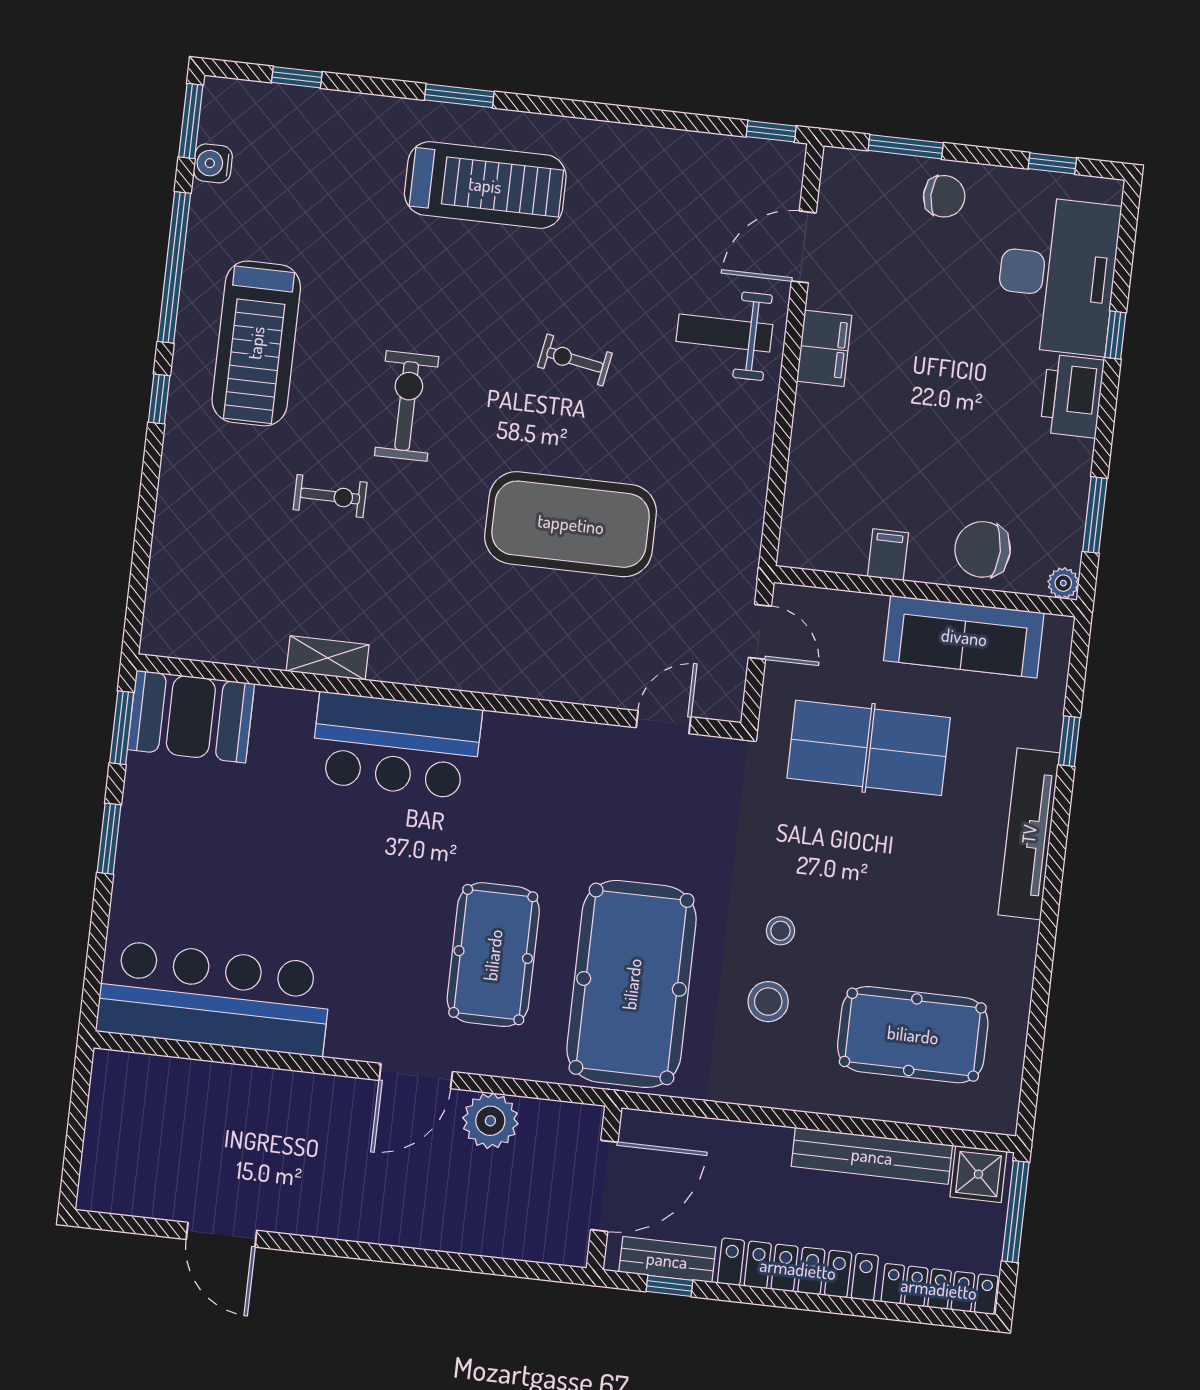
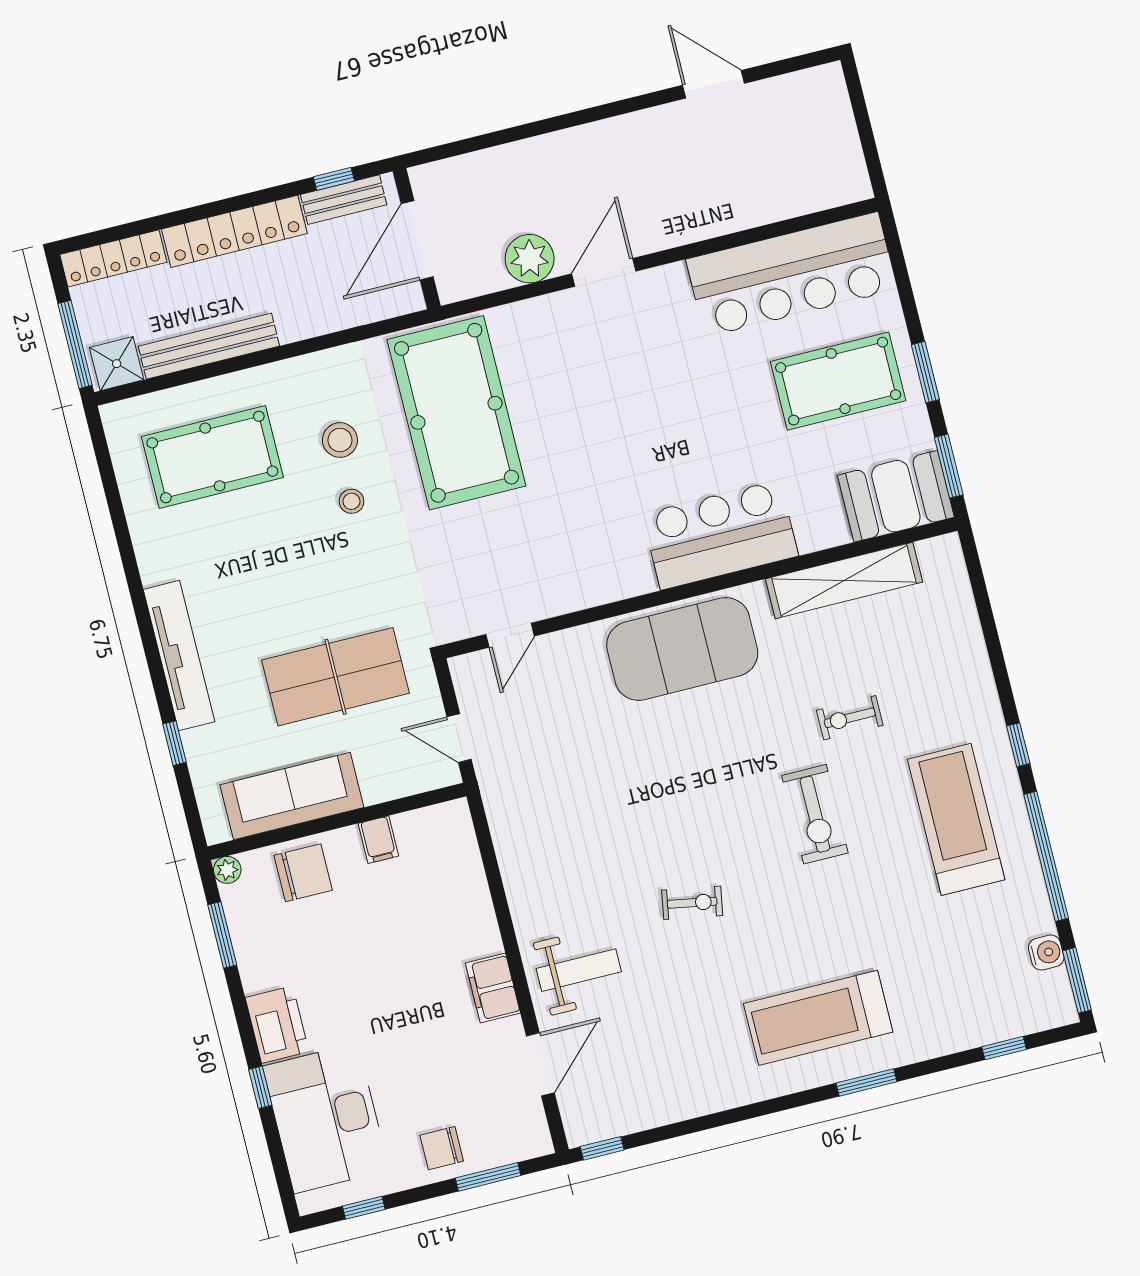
exercise mat: (571, 524) -> (682, 649), moved
shelving: (328, 658) -> (844, 580), width x2.20, depth x1.33
pool table: (493, 955) -> (838, 381), moved, turned 90

